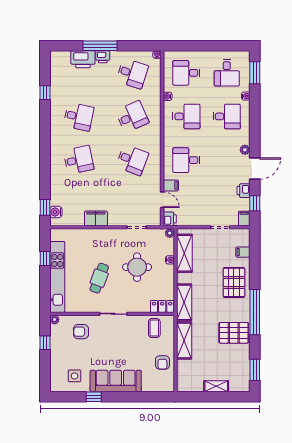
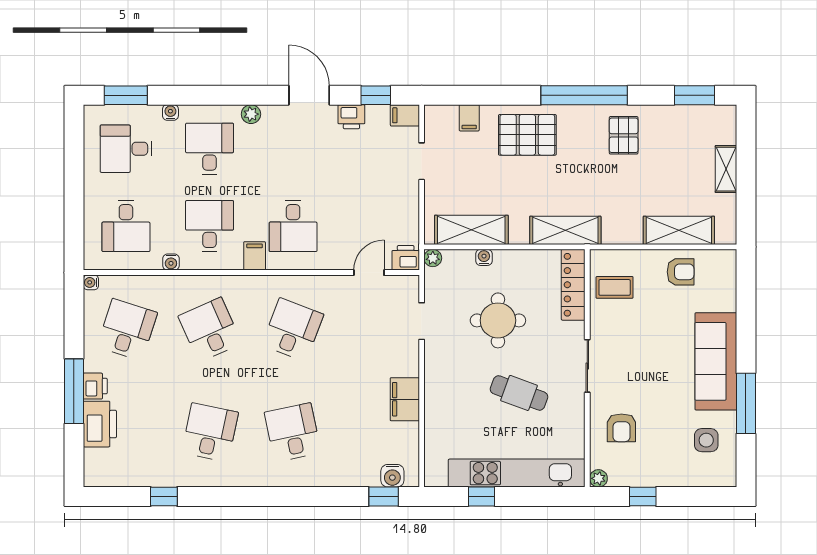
desk: (227, 73) -> (126, 149), turned 180
plant: (245, 150) -> (251, 114), moved
filing cabinet: (171, 185) -> (255, 256), moved
locker: (162, 306) -> (573, 285), width x1.53
pallet: (234, 333) -> (624, 135), width x0.67, depth x0.71
shelving: (184, 340) -> (679, 230), moved
window: (94, 397) -> (746, 403), width x2.17

